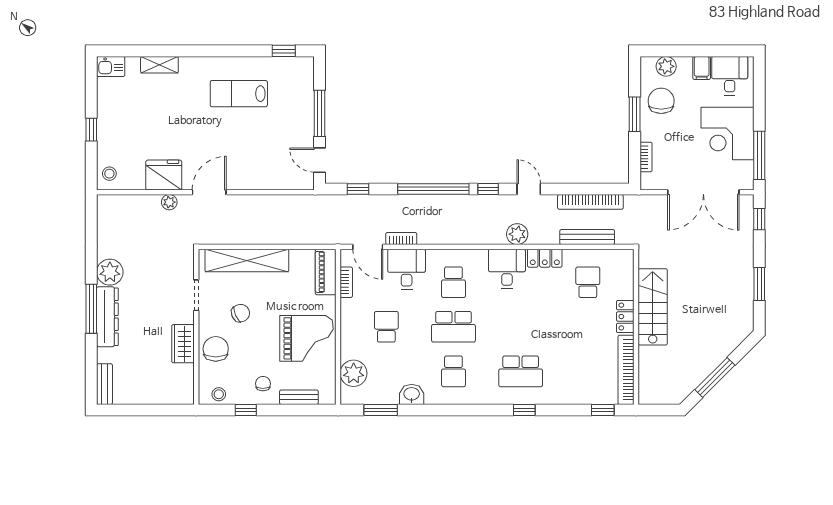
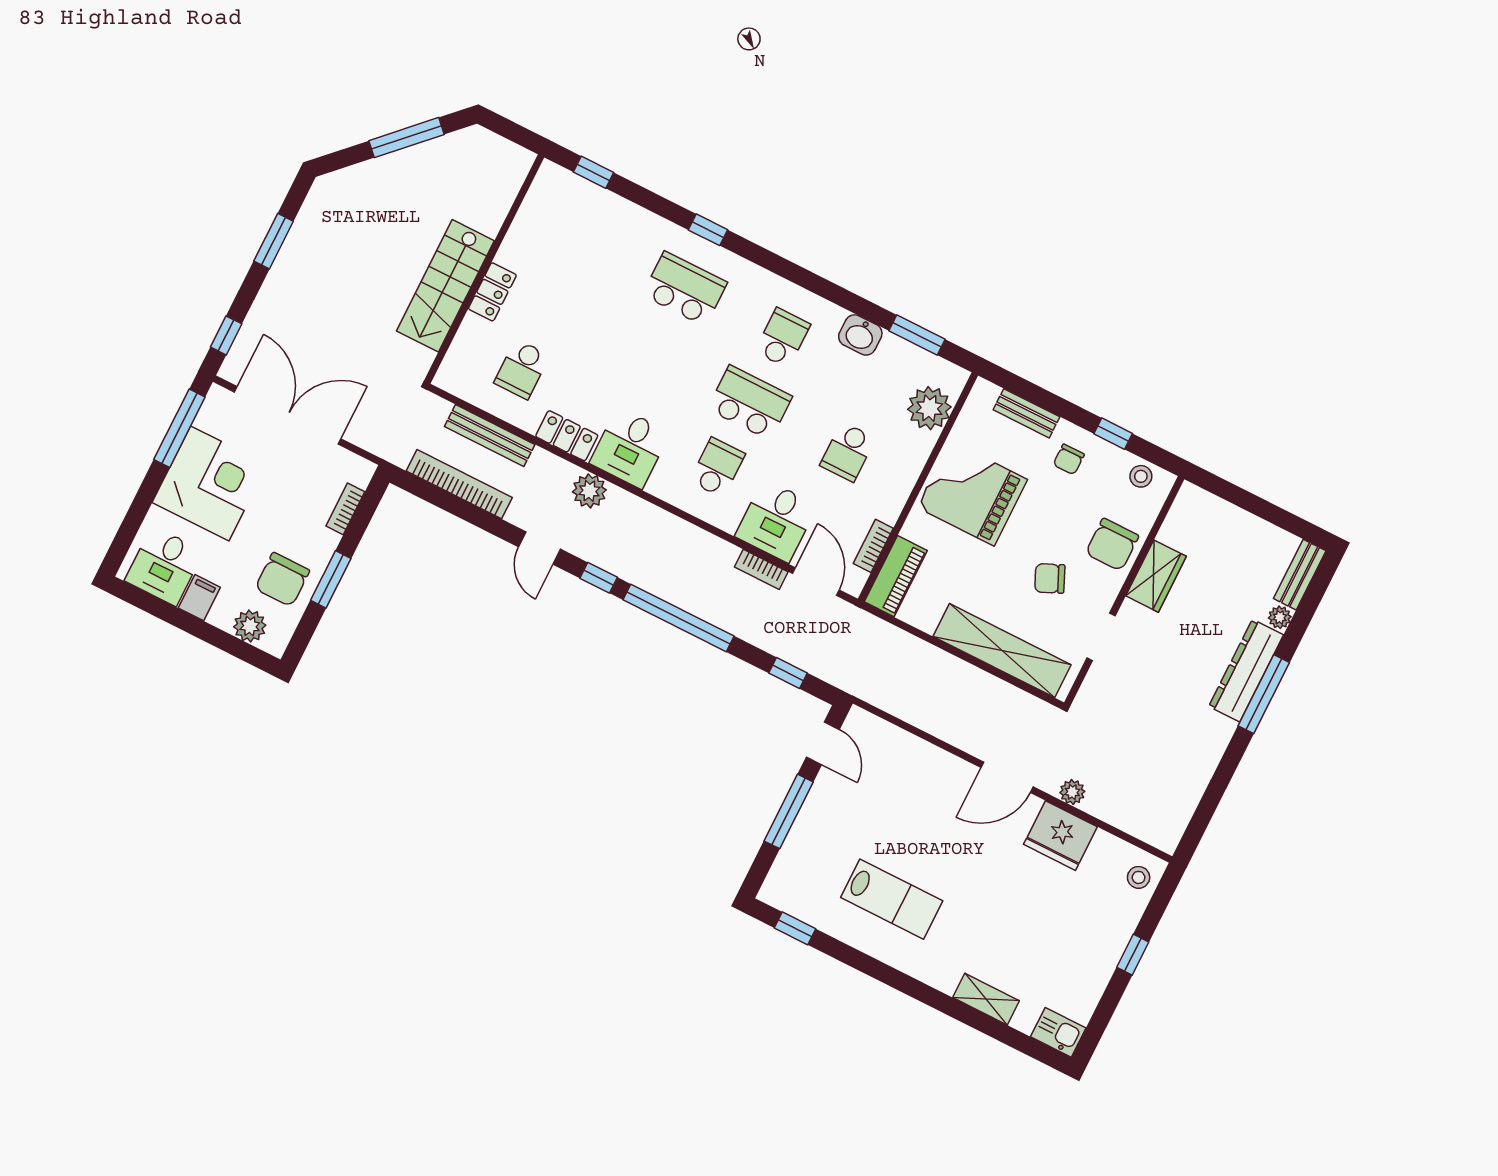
plant: (110, 272) -> (1280, 617), moved, width x0.53, depth x0.53
bookcase: (626, 370) -> (530, 214), removed

